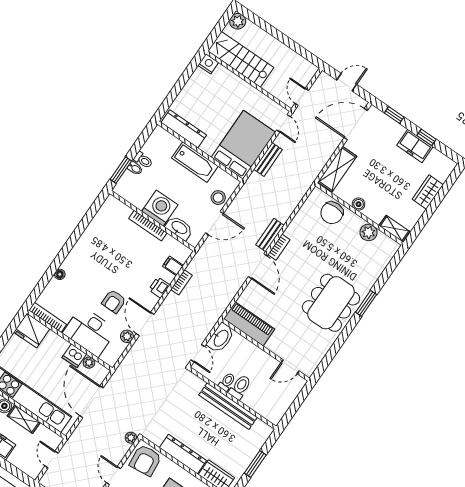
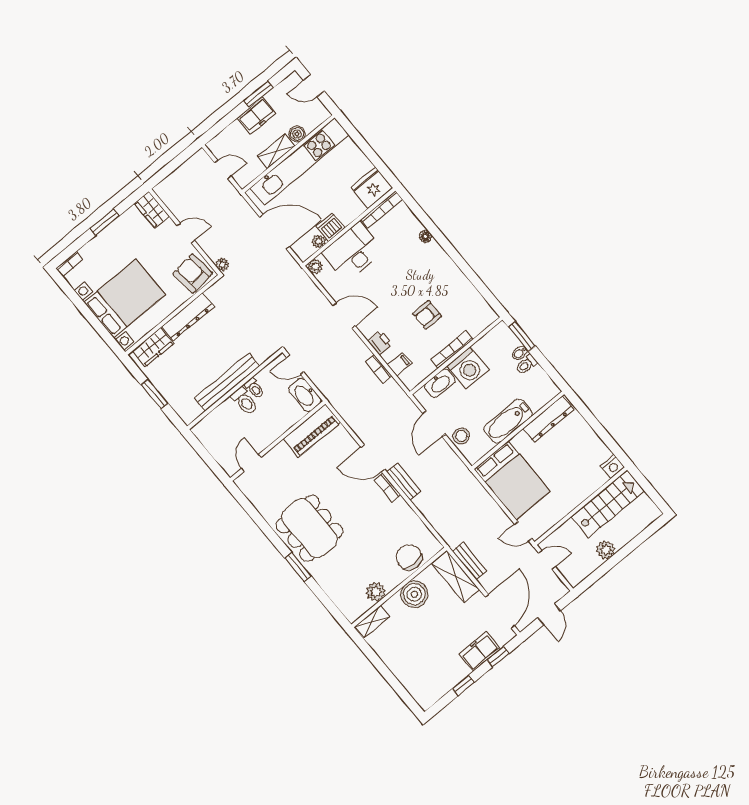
plant: (238, 21) -> (606, 550), moved
freezer: (415, 146) -> (480, 651), moved
bench: (268, 159) -> (470, 561), moved
wardrobe: (428, 192) -> (402, 670), removed
boiler: (359, 204) -> (414, 594), width x1.86, depth x1.86
armchair: (114, 301) -> (427, 315), moved, turned -90
plant: (127, 336) -> (315, 267), moved

